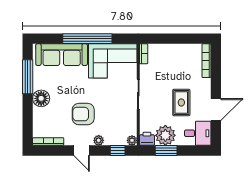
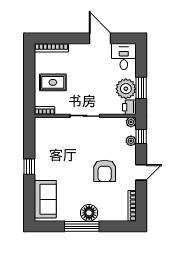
window: (87, 39) -> (29, 167), width x0.32
sofa: (62, 55) -> (45, 199), width x0.73
corner sofa: (113, 61) -> (52, 141), removed
window: (28, 77) -> (82, 226), moved
rug: (181, 102) -> (53, 82), moved
plant: (99, 140) -> (131, 141), moved

